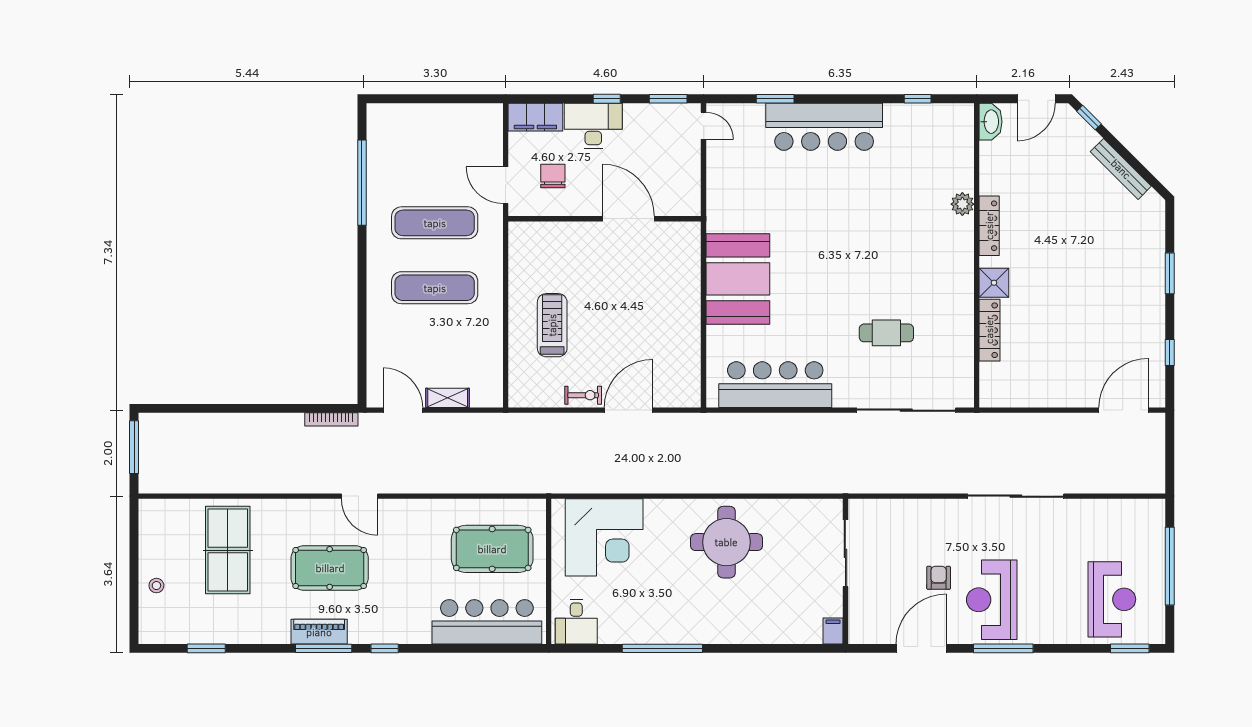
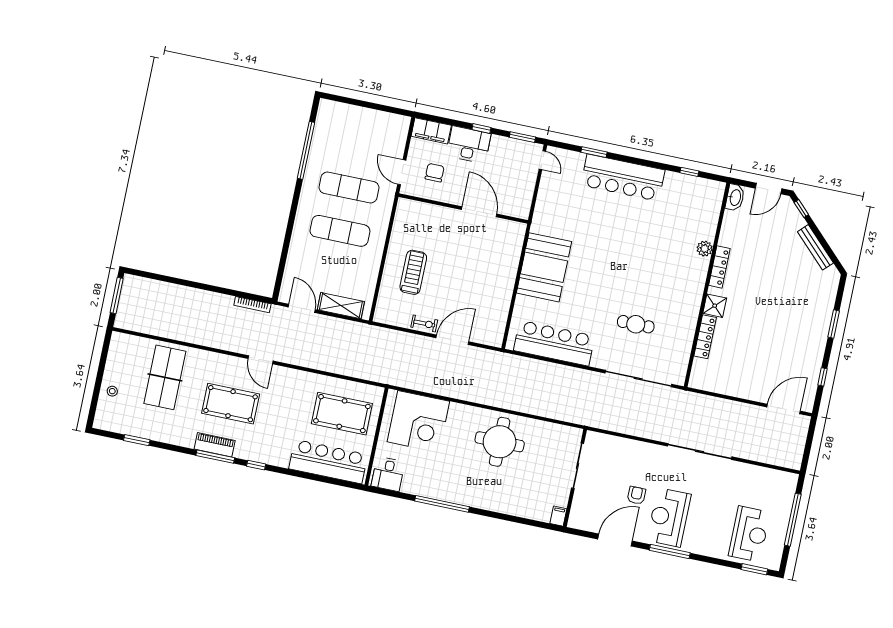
shelving: (448, 398) -> (341, 306), width x1.50, depth x1.33

